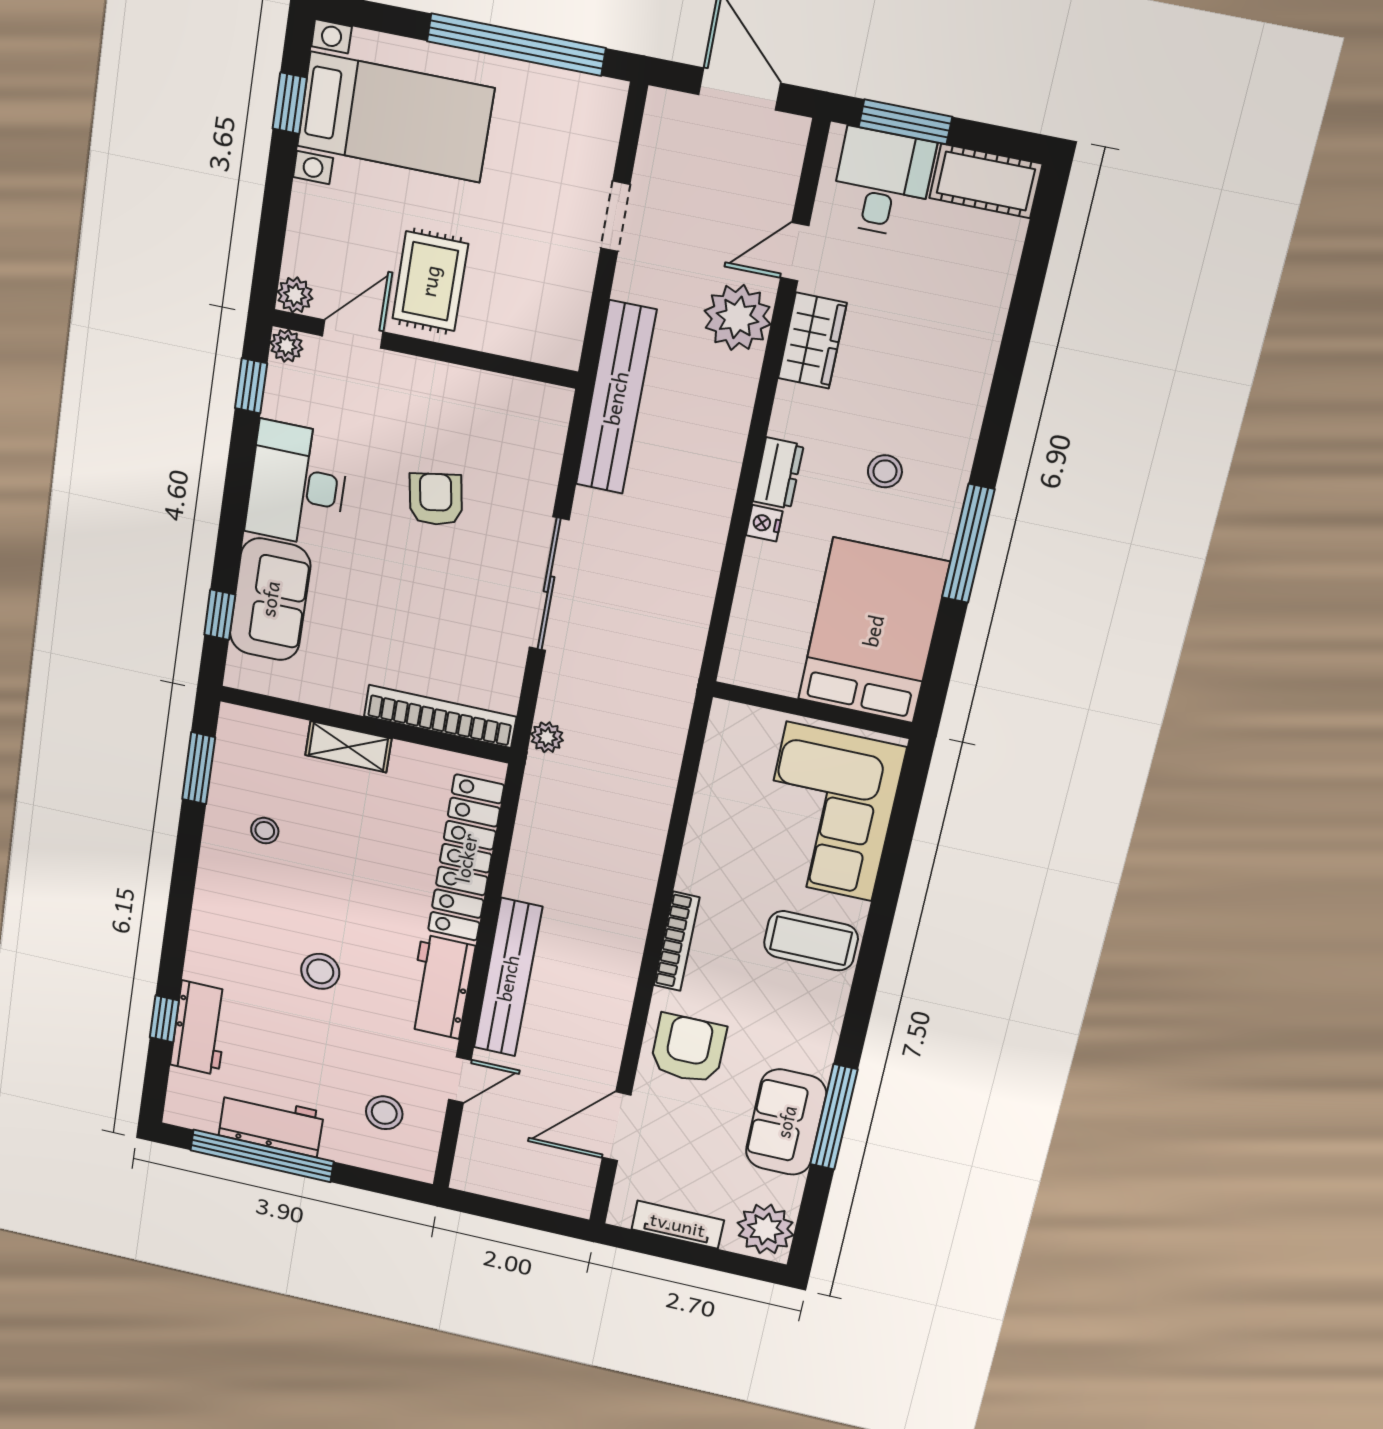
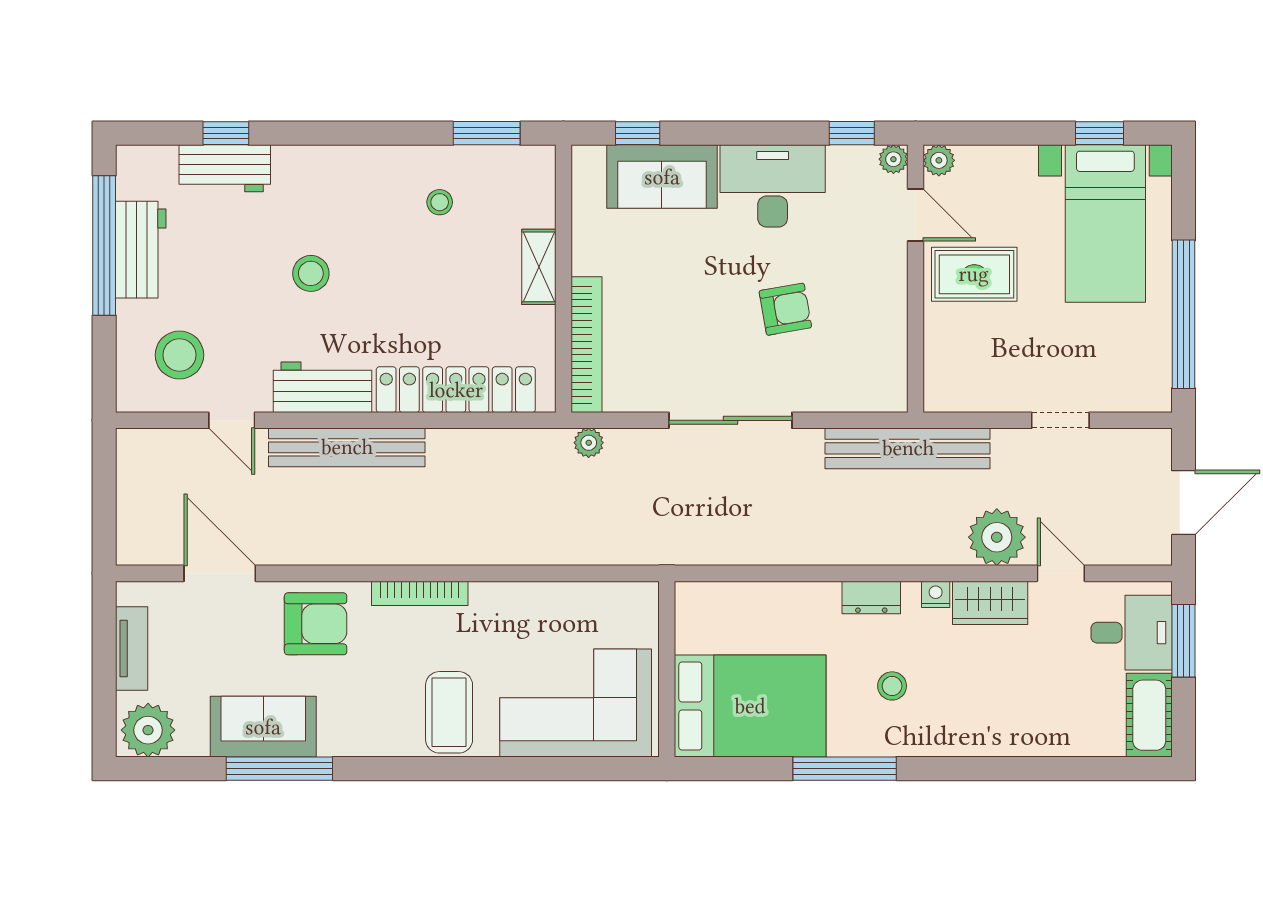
nightstand: (764, 523) -> (936, 594), moved
stool: (384, 1113) -> (179, 355), width x1.38, depth x1.38

